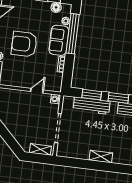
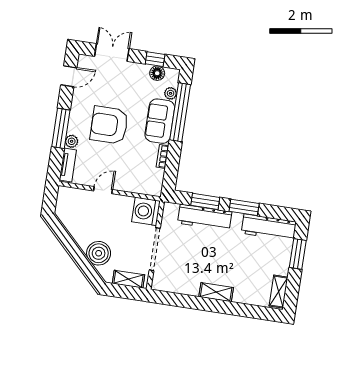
door: (37, 91) -> (103, 190), moved
washing machine: (56, 99) -> (146, 211), width x1.89, depth x1.89
boiler: (19, 132) -> (99, 253), added

